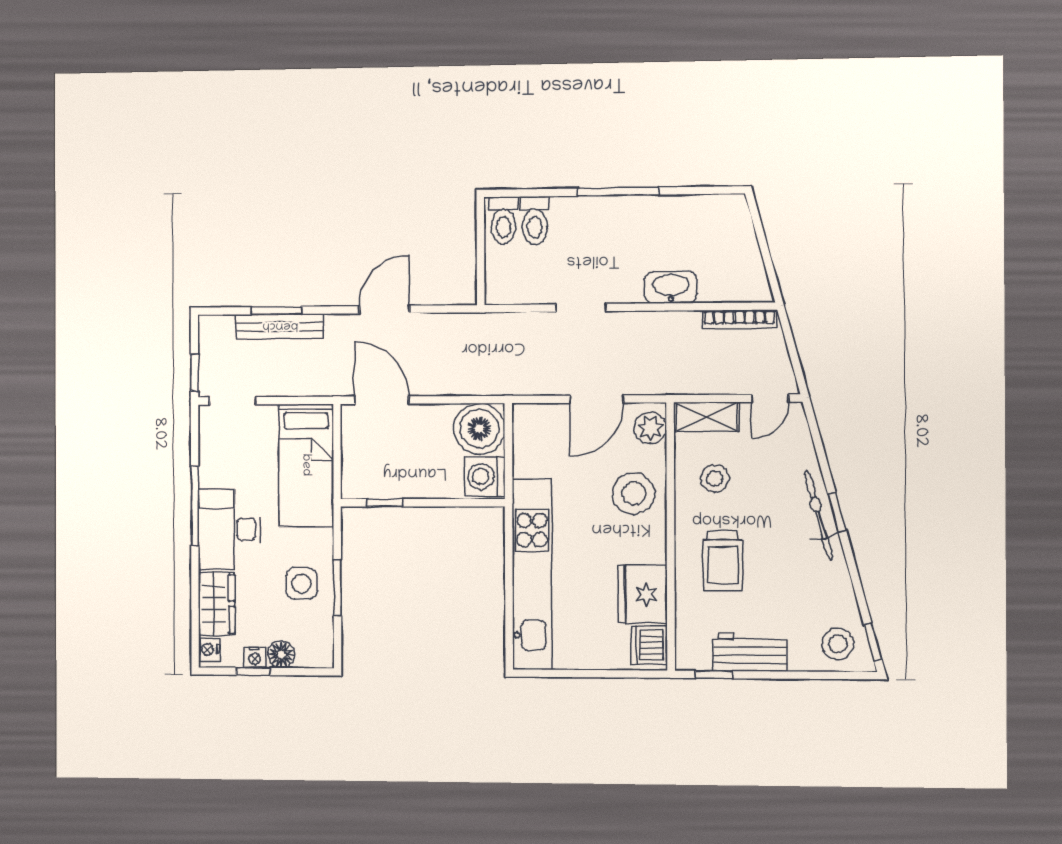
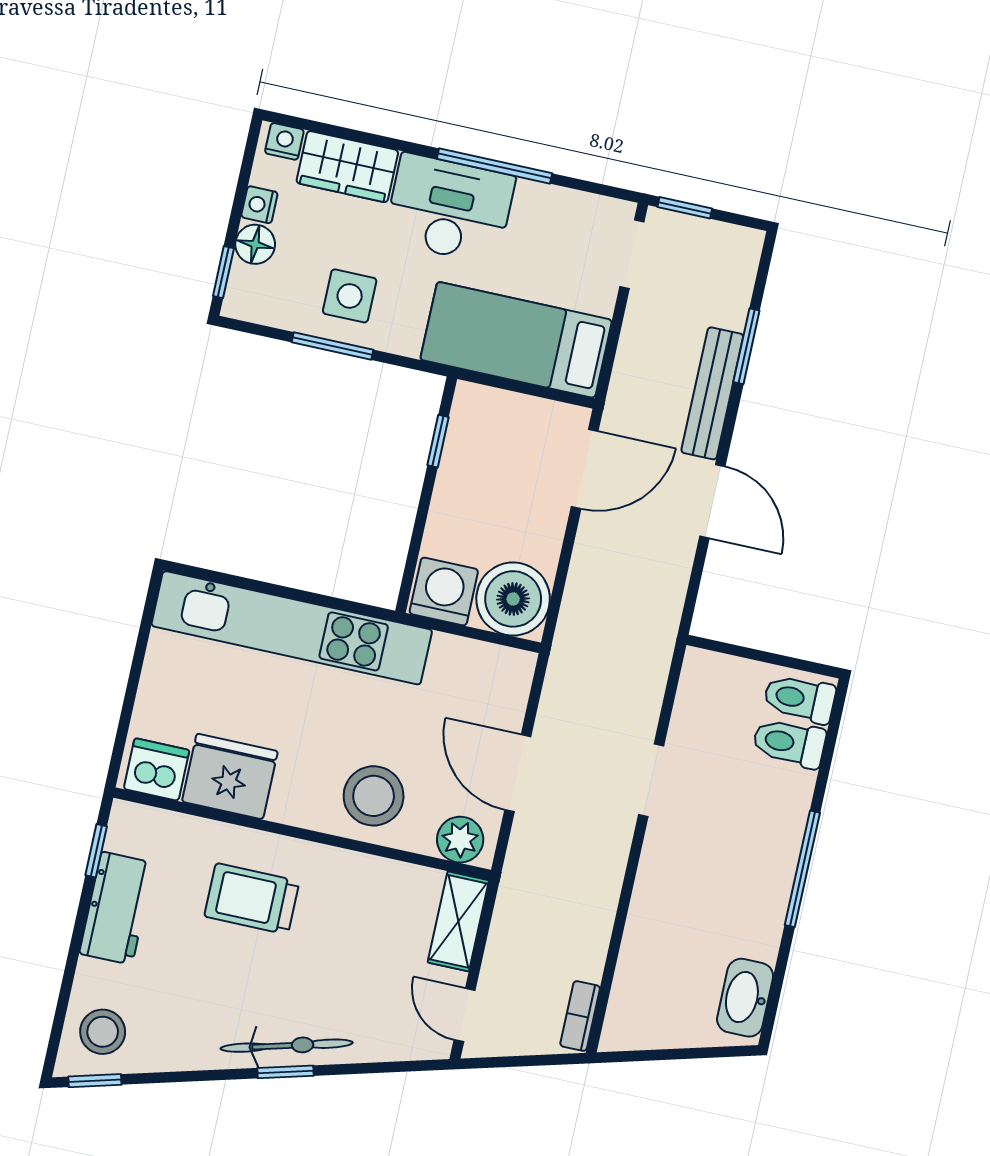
washbasin: (671, 287) -> (745, 998), moved, turned 180
bookcase: (739, 319) -> (580, 1016), width x0.64
bench: (280, 326) -> (712, 393), moved
stool: (715, 479) -> (369, 913), removed
window: (253, 671) -> (223, 272), moved

